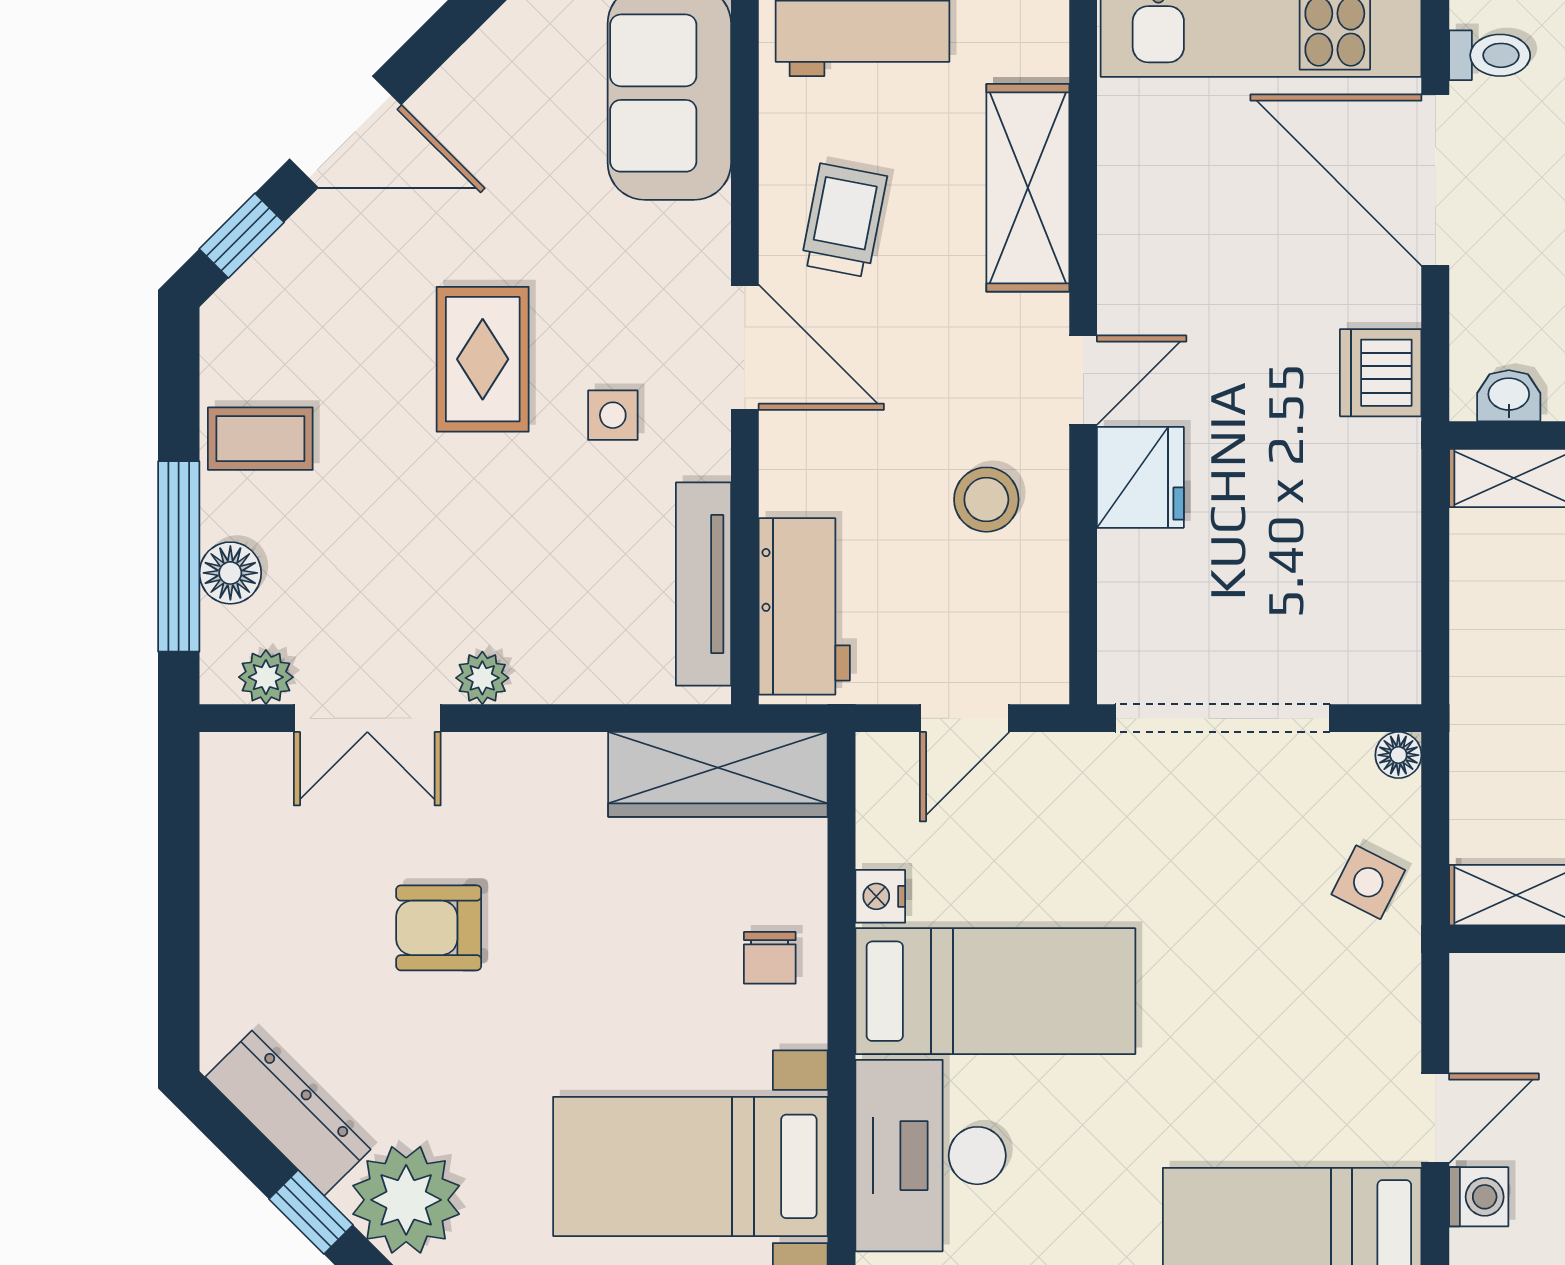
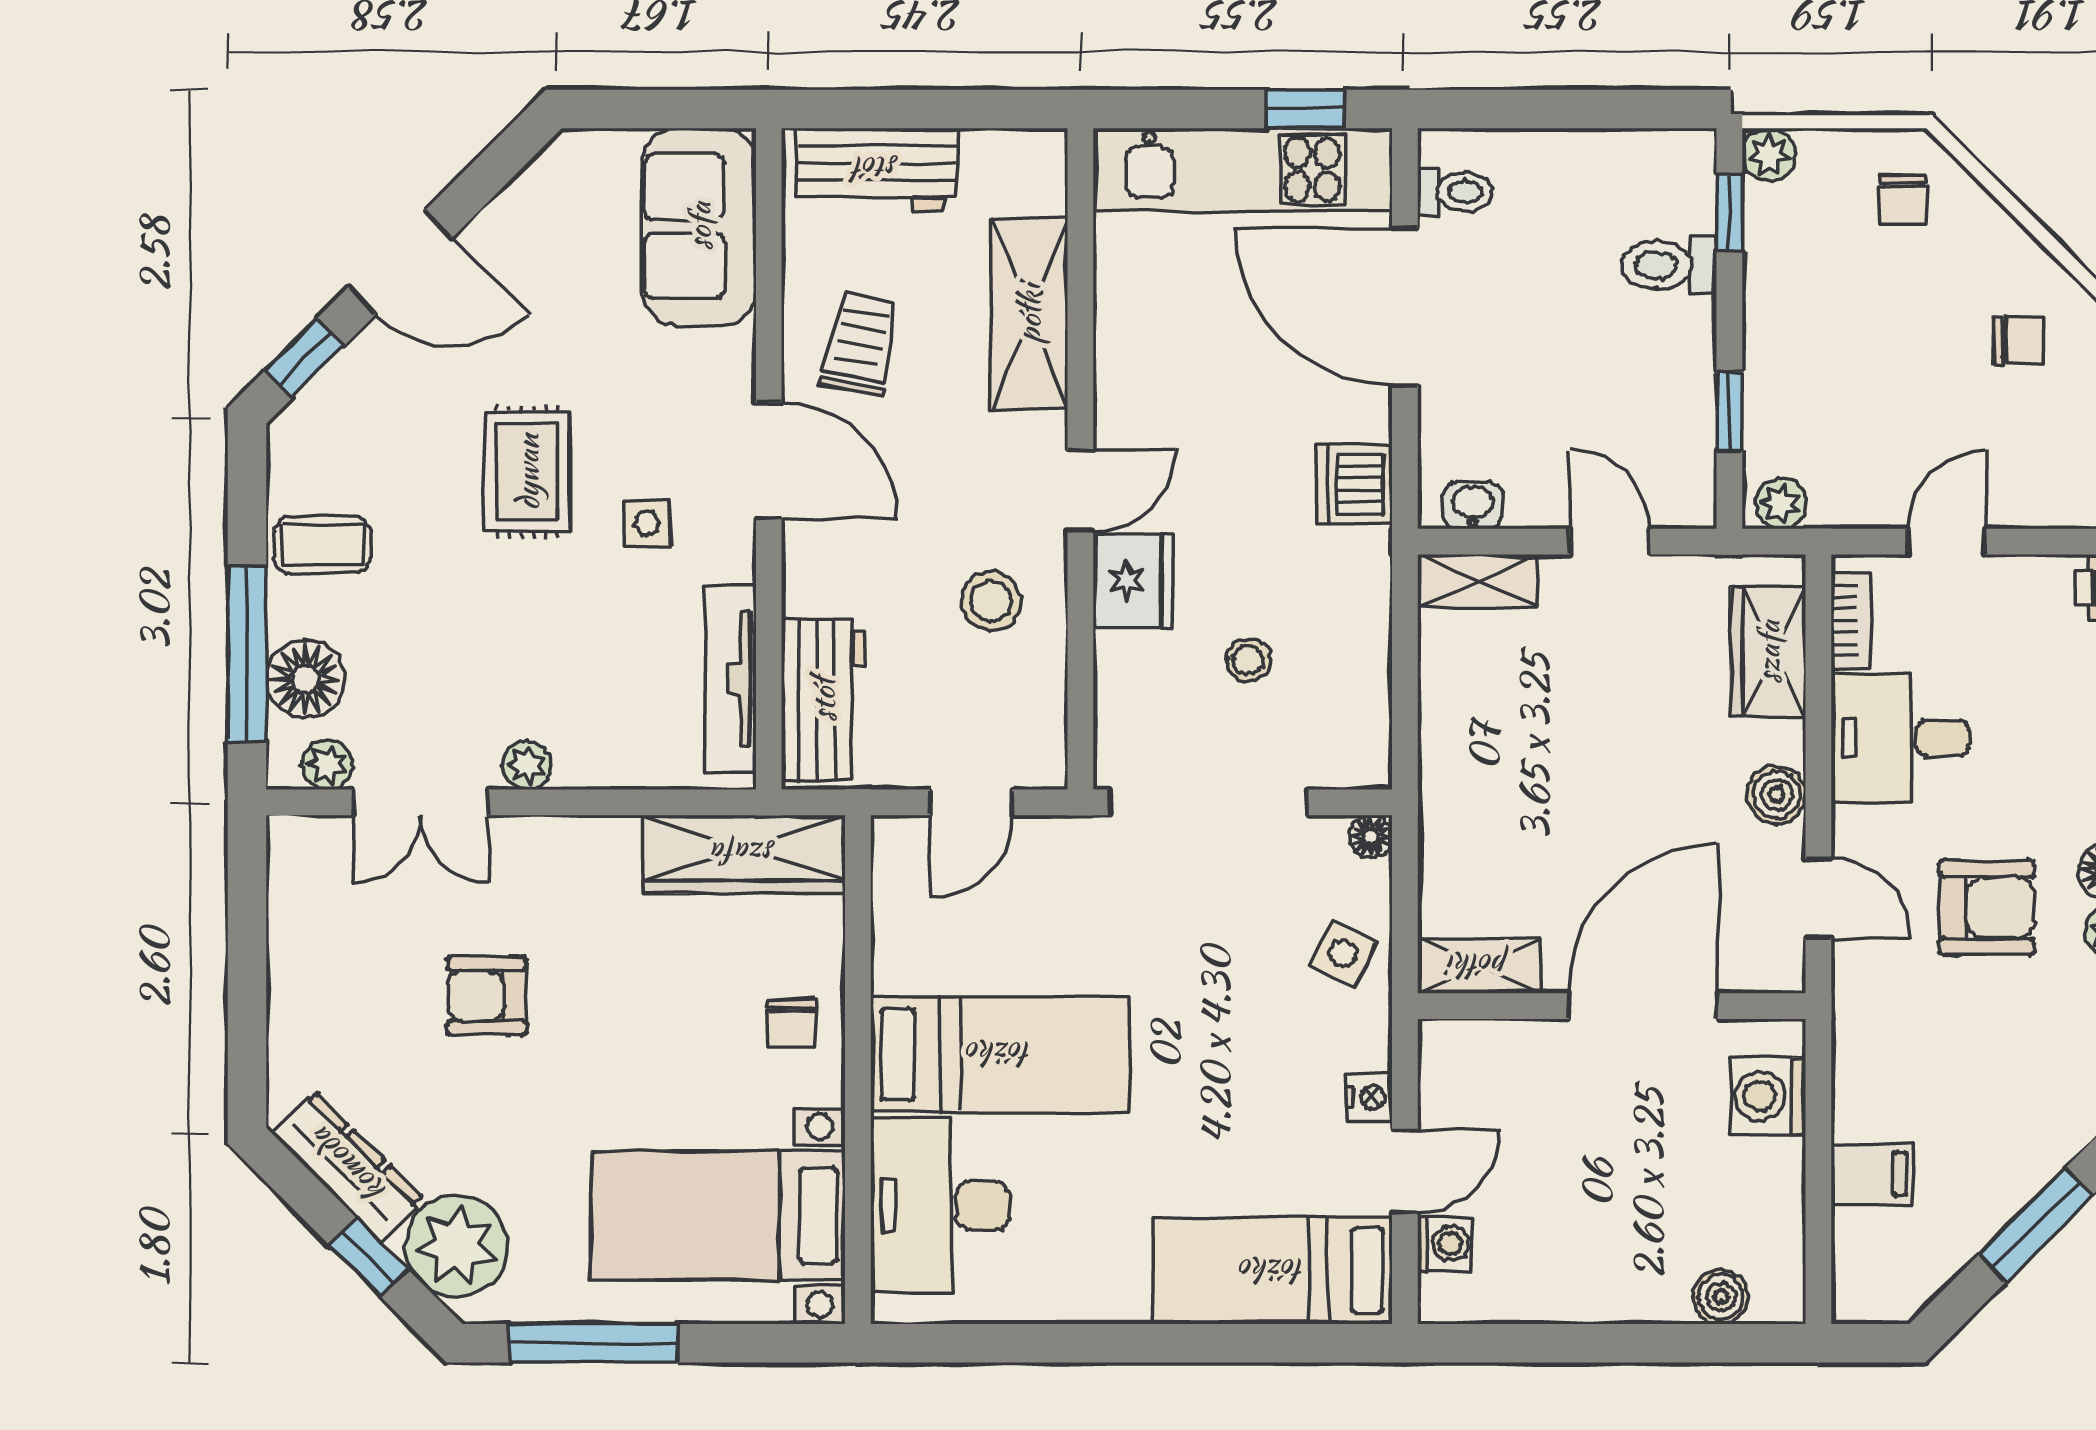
stool: (1265, 564) -> (1248, 660), added
floor lamp: (230, 573) -> (305, 679), width x1.38, depth x1.38
nightstand: (880, 896) -> (1369, 1097), moved, turned 180

